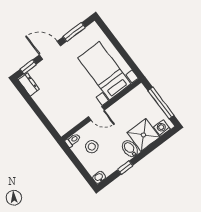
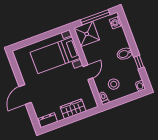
window: (74, 32) -> (16, 70), removed
window: (28, 67) -> (33, 116), removed
wardrobe: (50, 109) -> (73, 109), added
shower: (143, 135) -> (87, 34), moved

